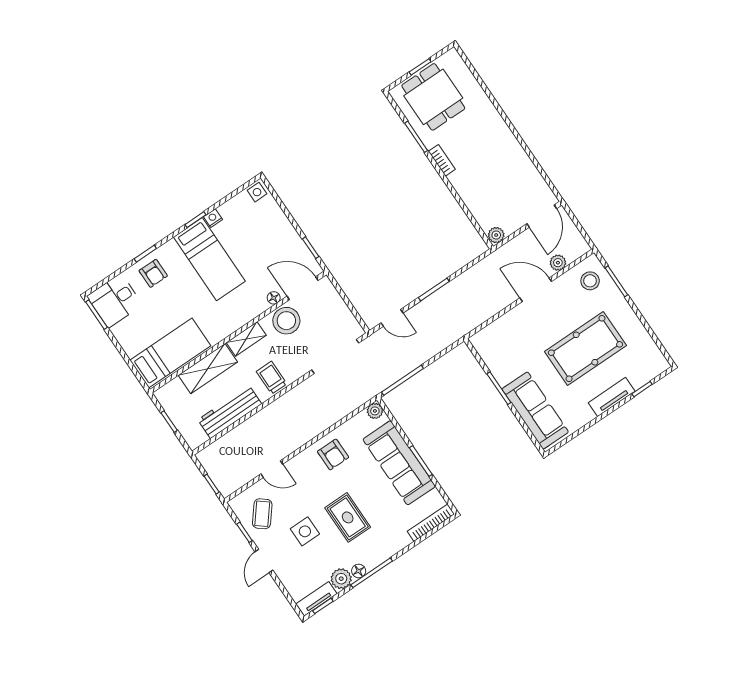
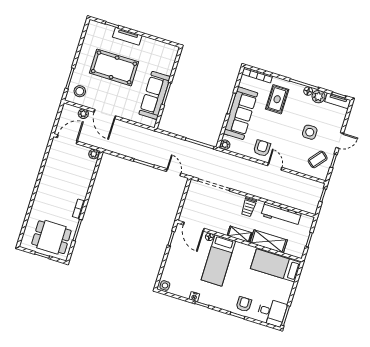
dining table: (433, 97) -> (51, 237), turned 90
bed: (209, 259) -> (218, 260), moved, turned 180
stool: (286, 321) -> (215, 222), removed
sofa: (535, 411) -> (155, 95), moved
door: (272, 469) -> (275, 167), moved
rug: (348, 517) -> (277, 99), moved

